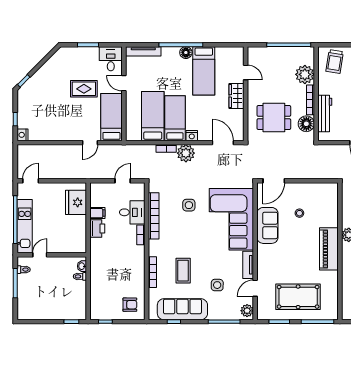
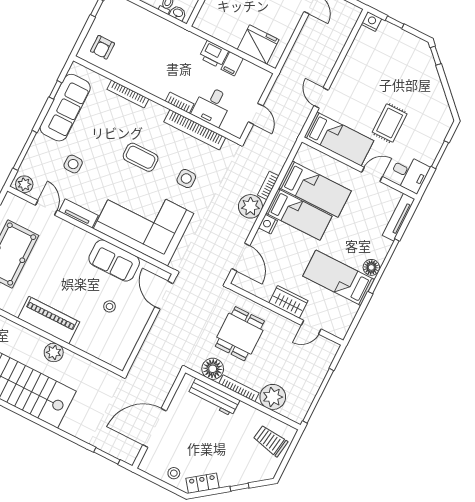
door: (223, 143) -> (241, 257), hinge flipped
coffee table: (183, 271) -> (141, 157), moved

